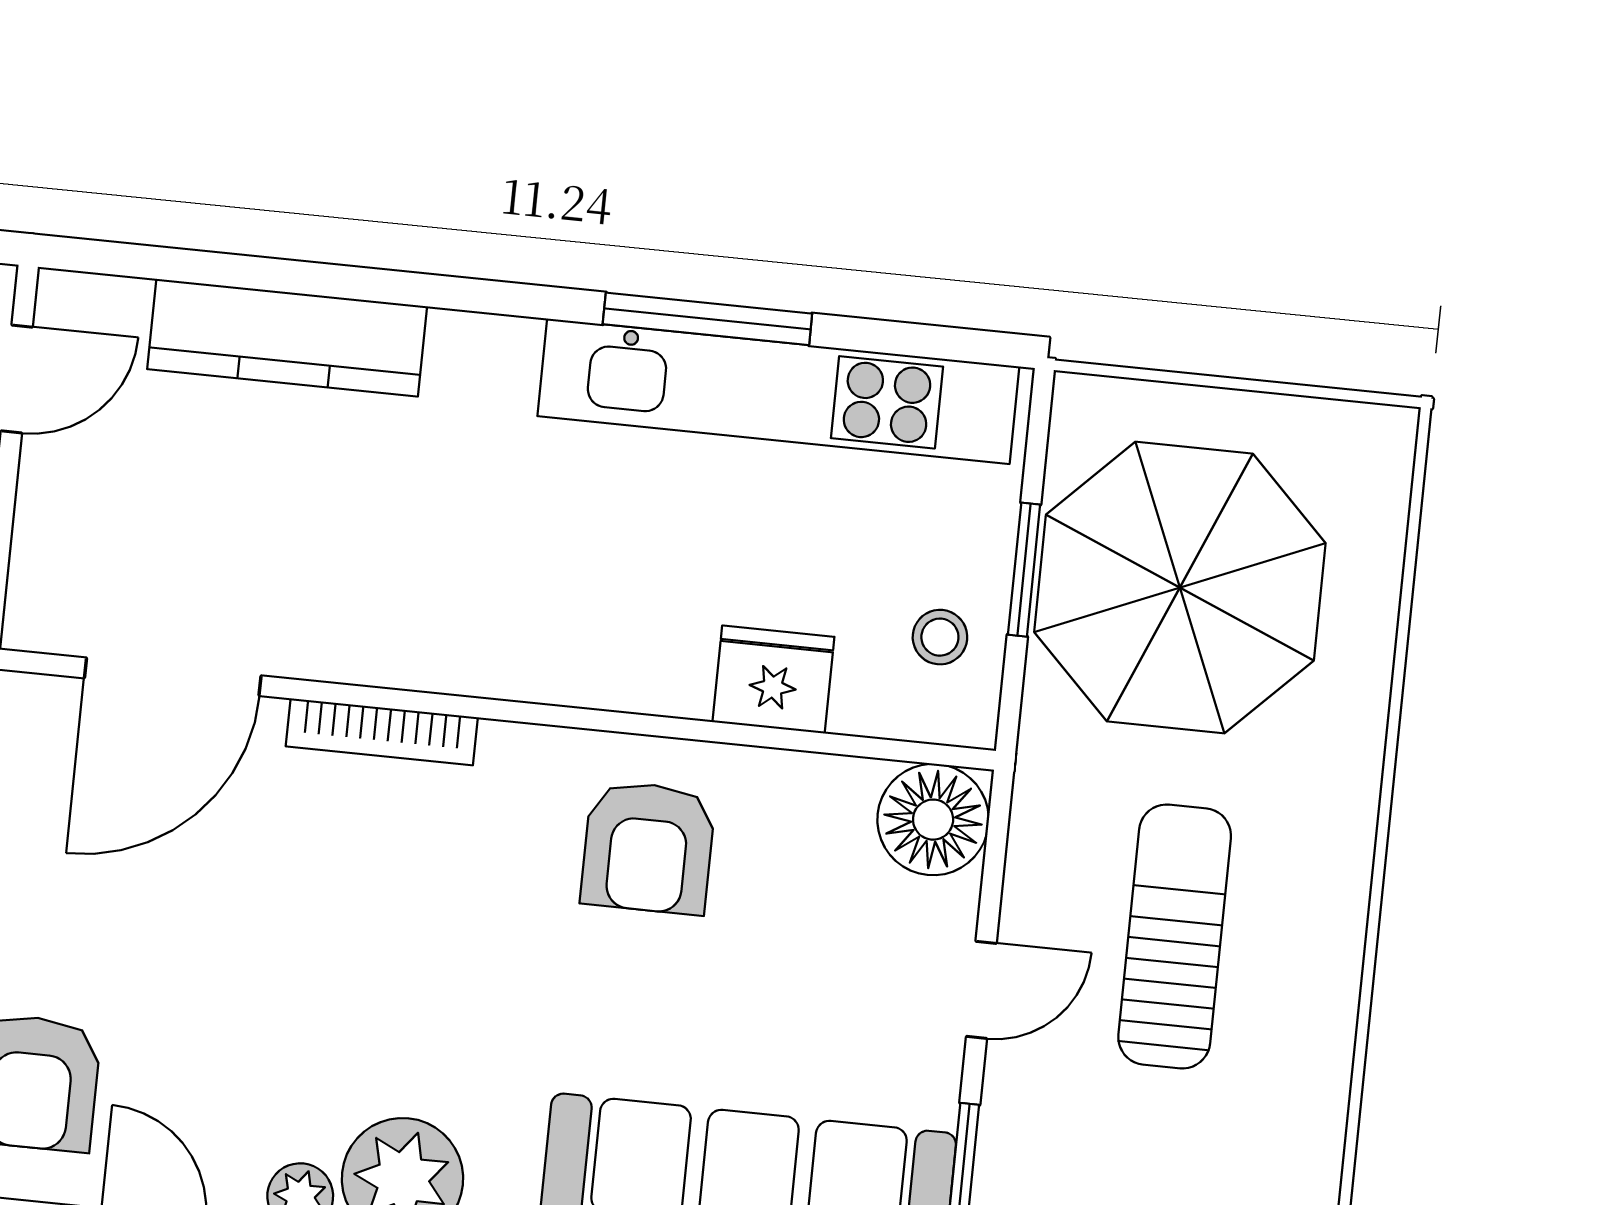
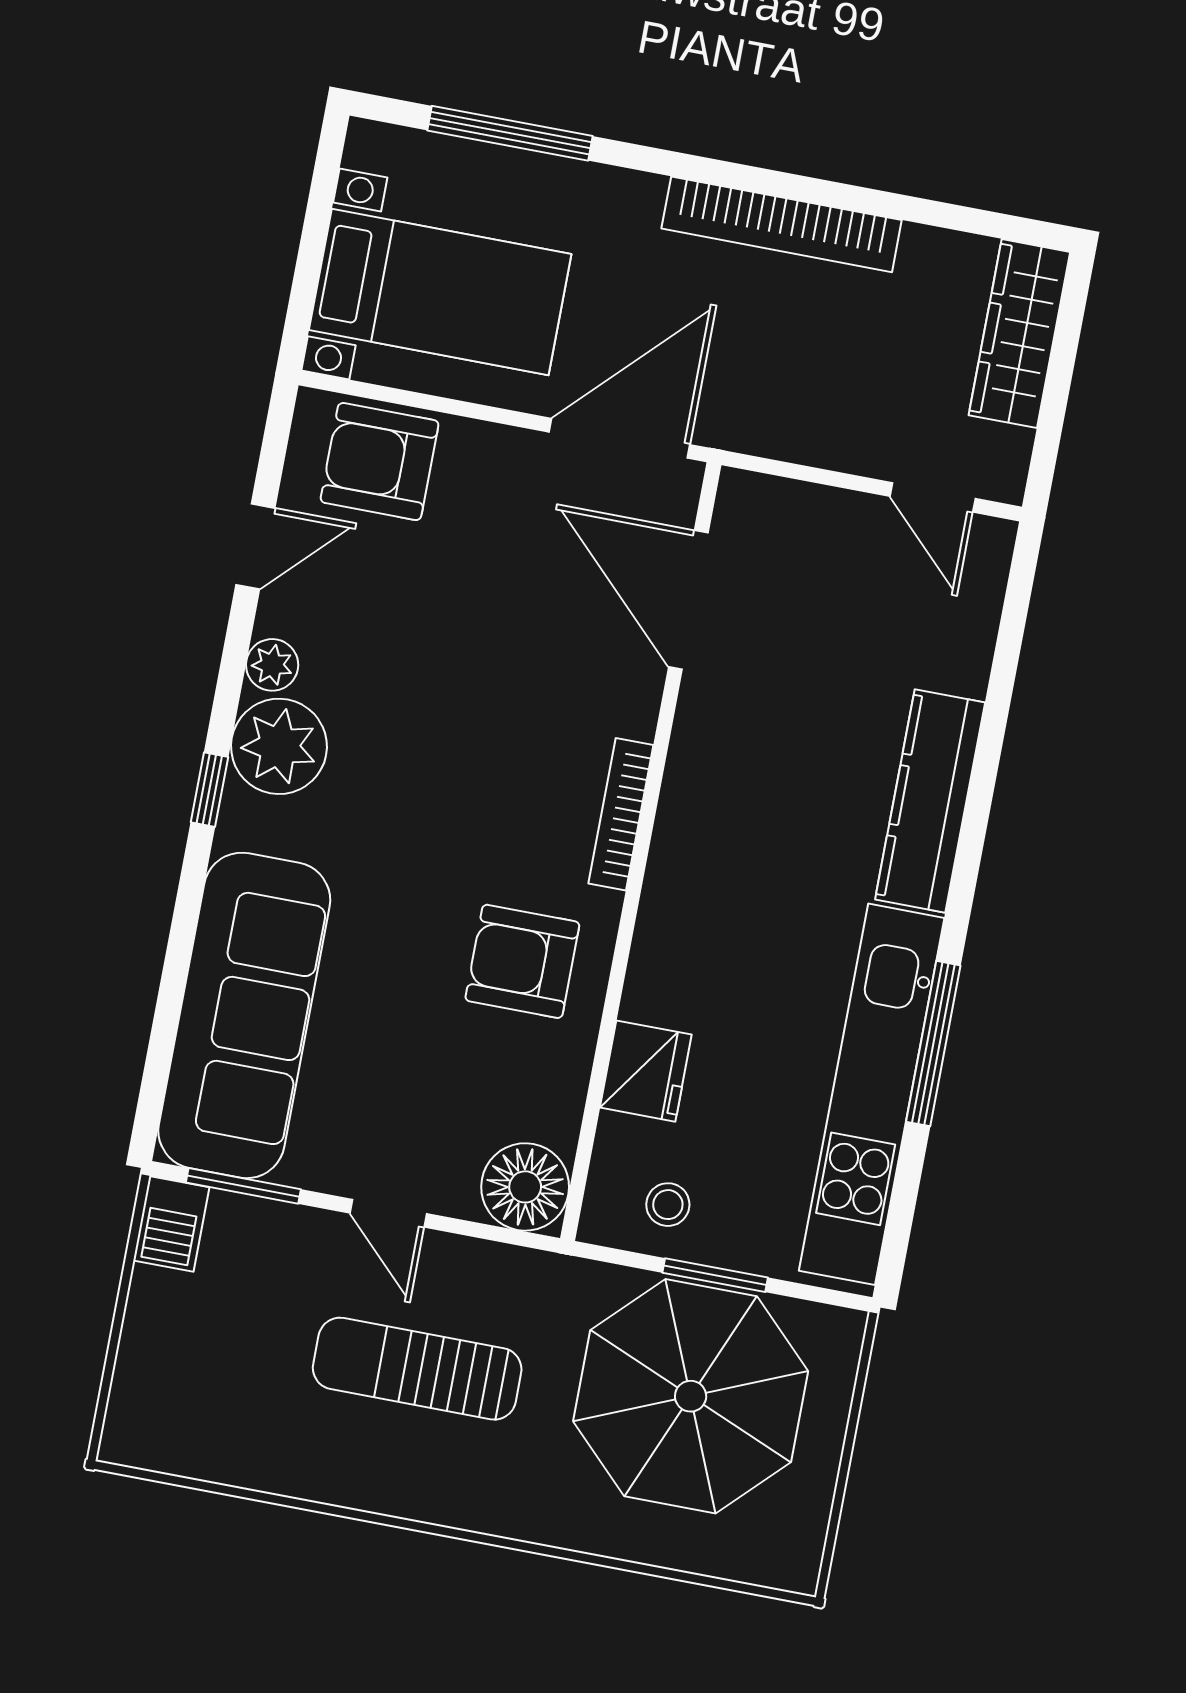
kitchen counter: (287, 338) -> (930, 801), moved
bookcase: (382, 732) -> (621, 814), moved
sun lounger: (1175, 936) -> (417, 1369), turned 180

